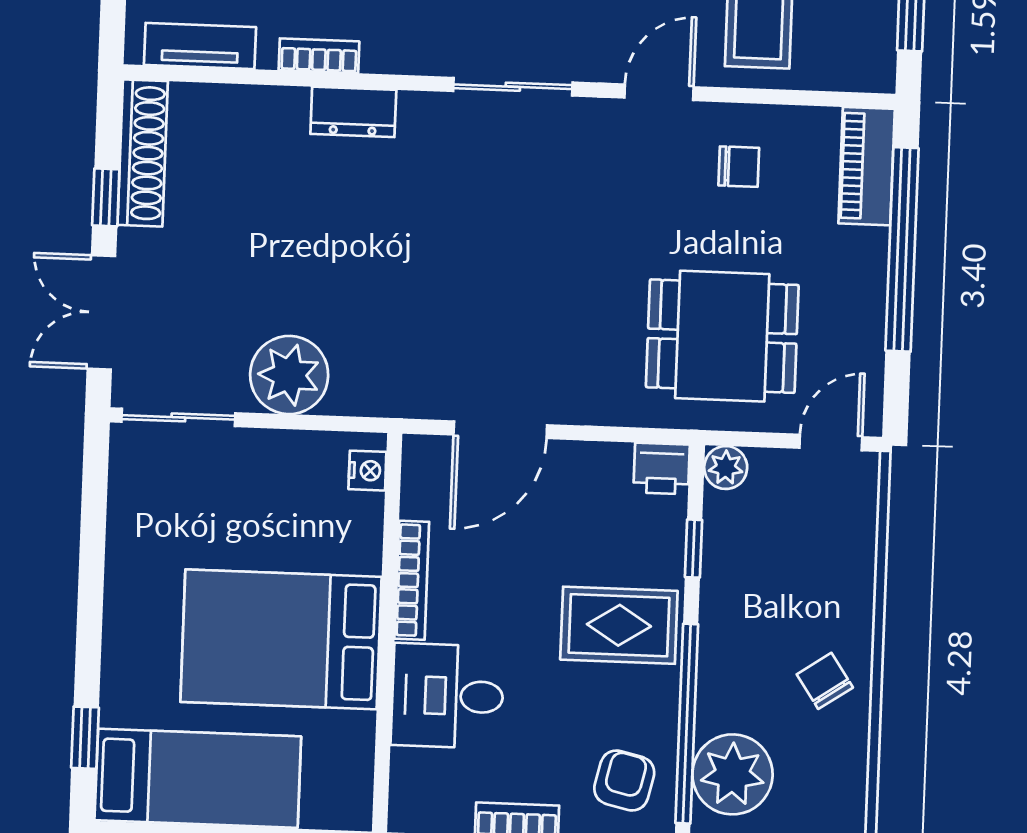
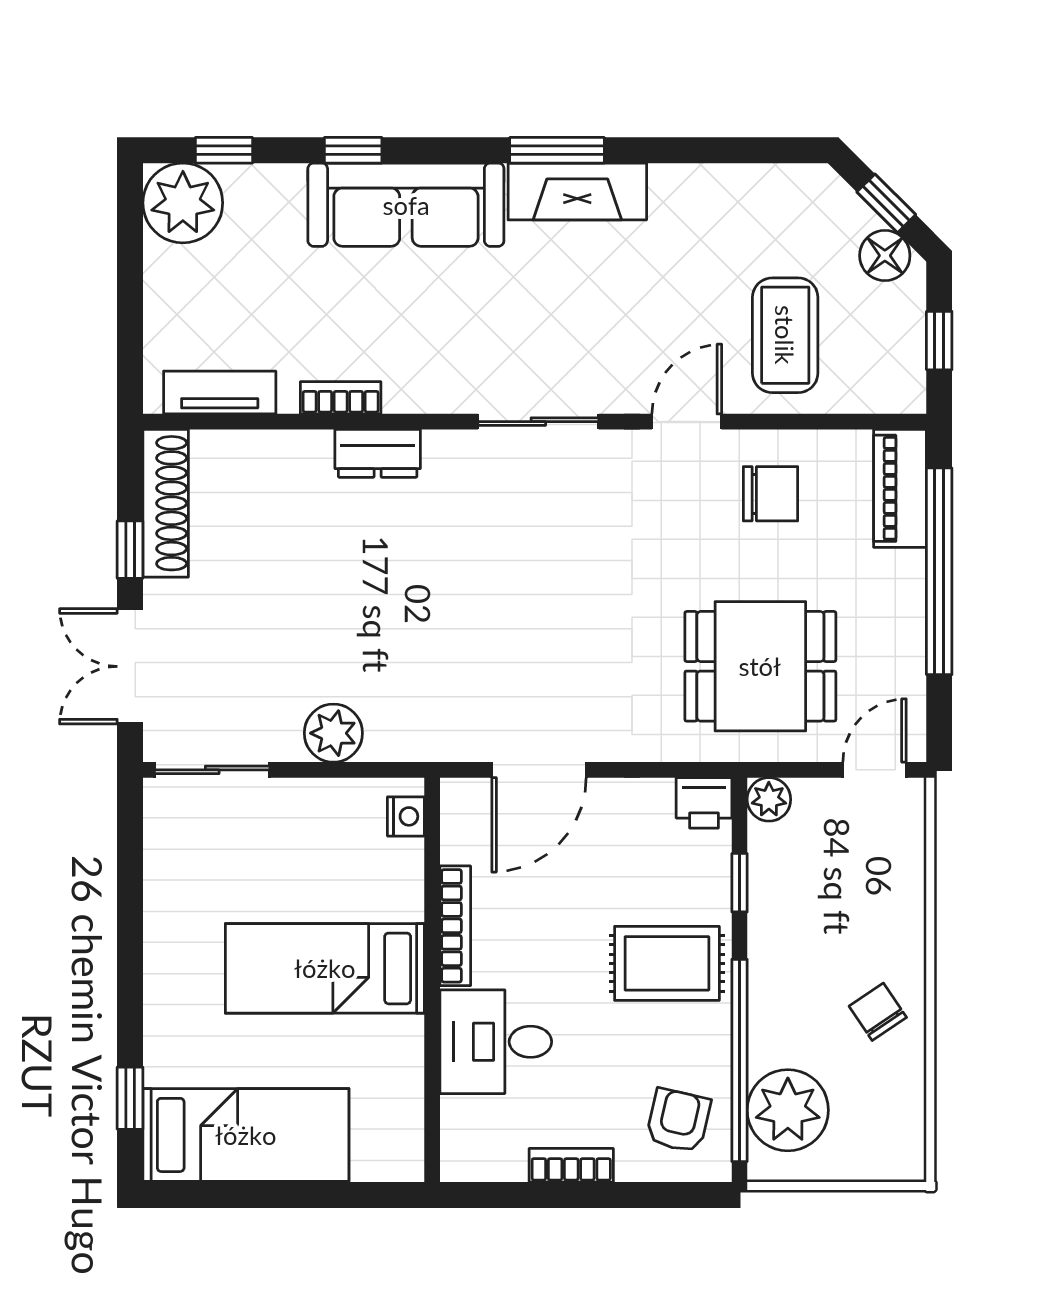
chair: (739, 167) -> (771, 494), width x1.37, depth x1.37
plant: (289, 375) -> (333, 733), width x0.73, depth x0.73
bed: (281, 639) -> (325, 968), width x0.67

